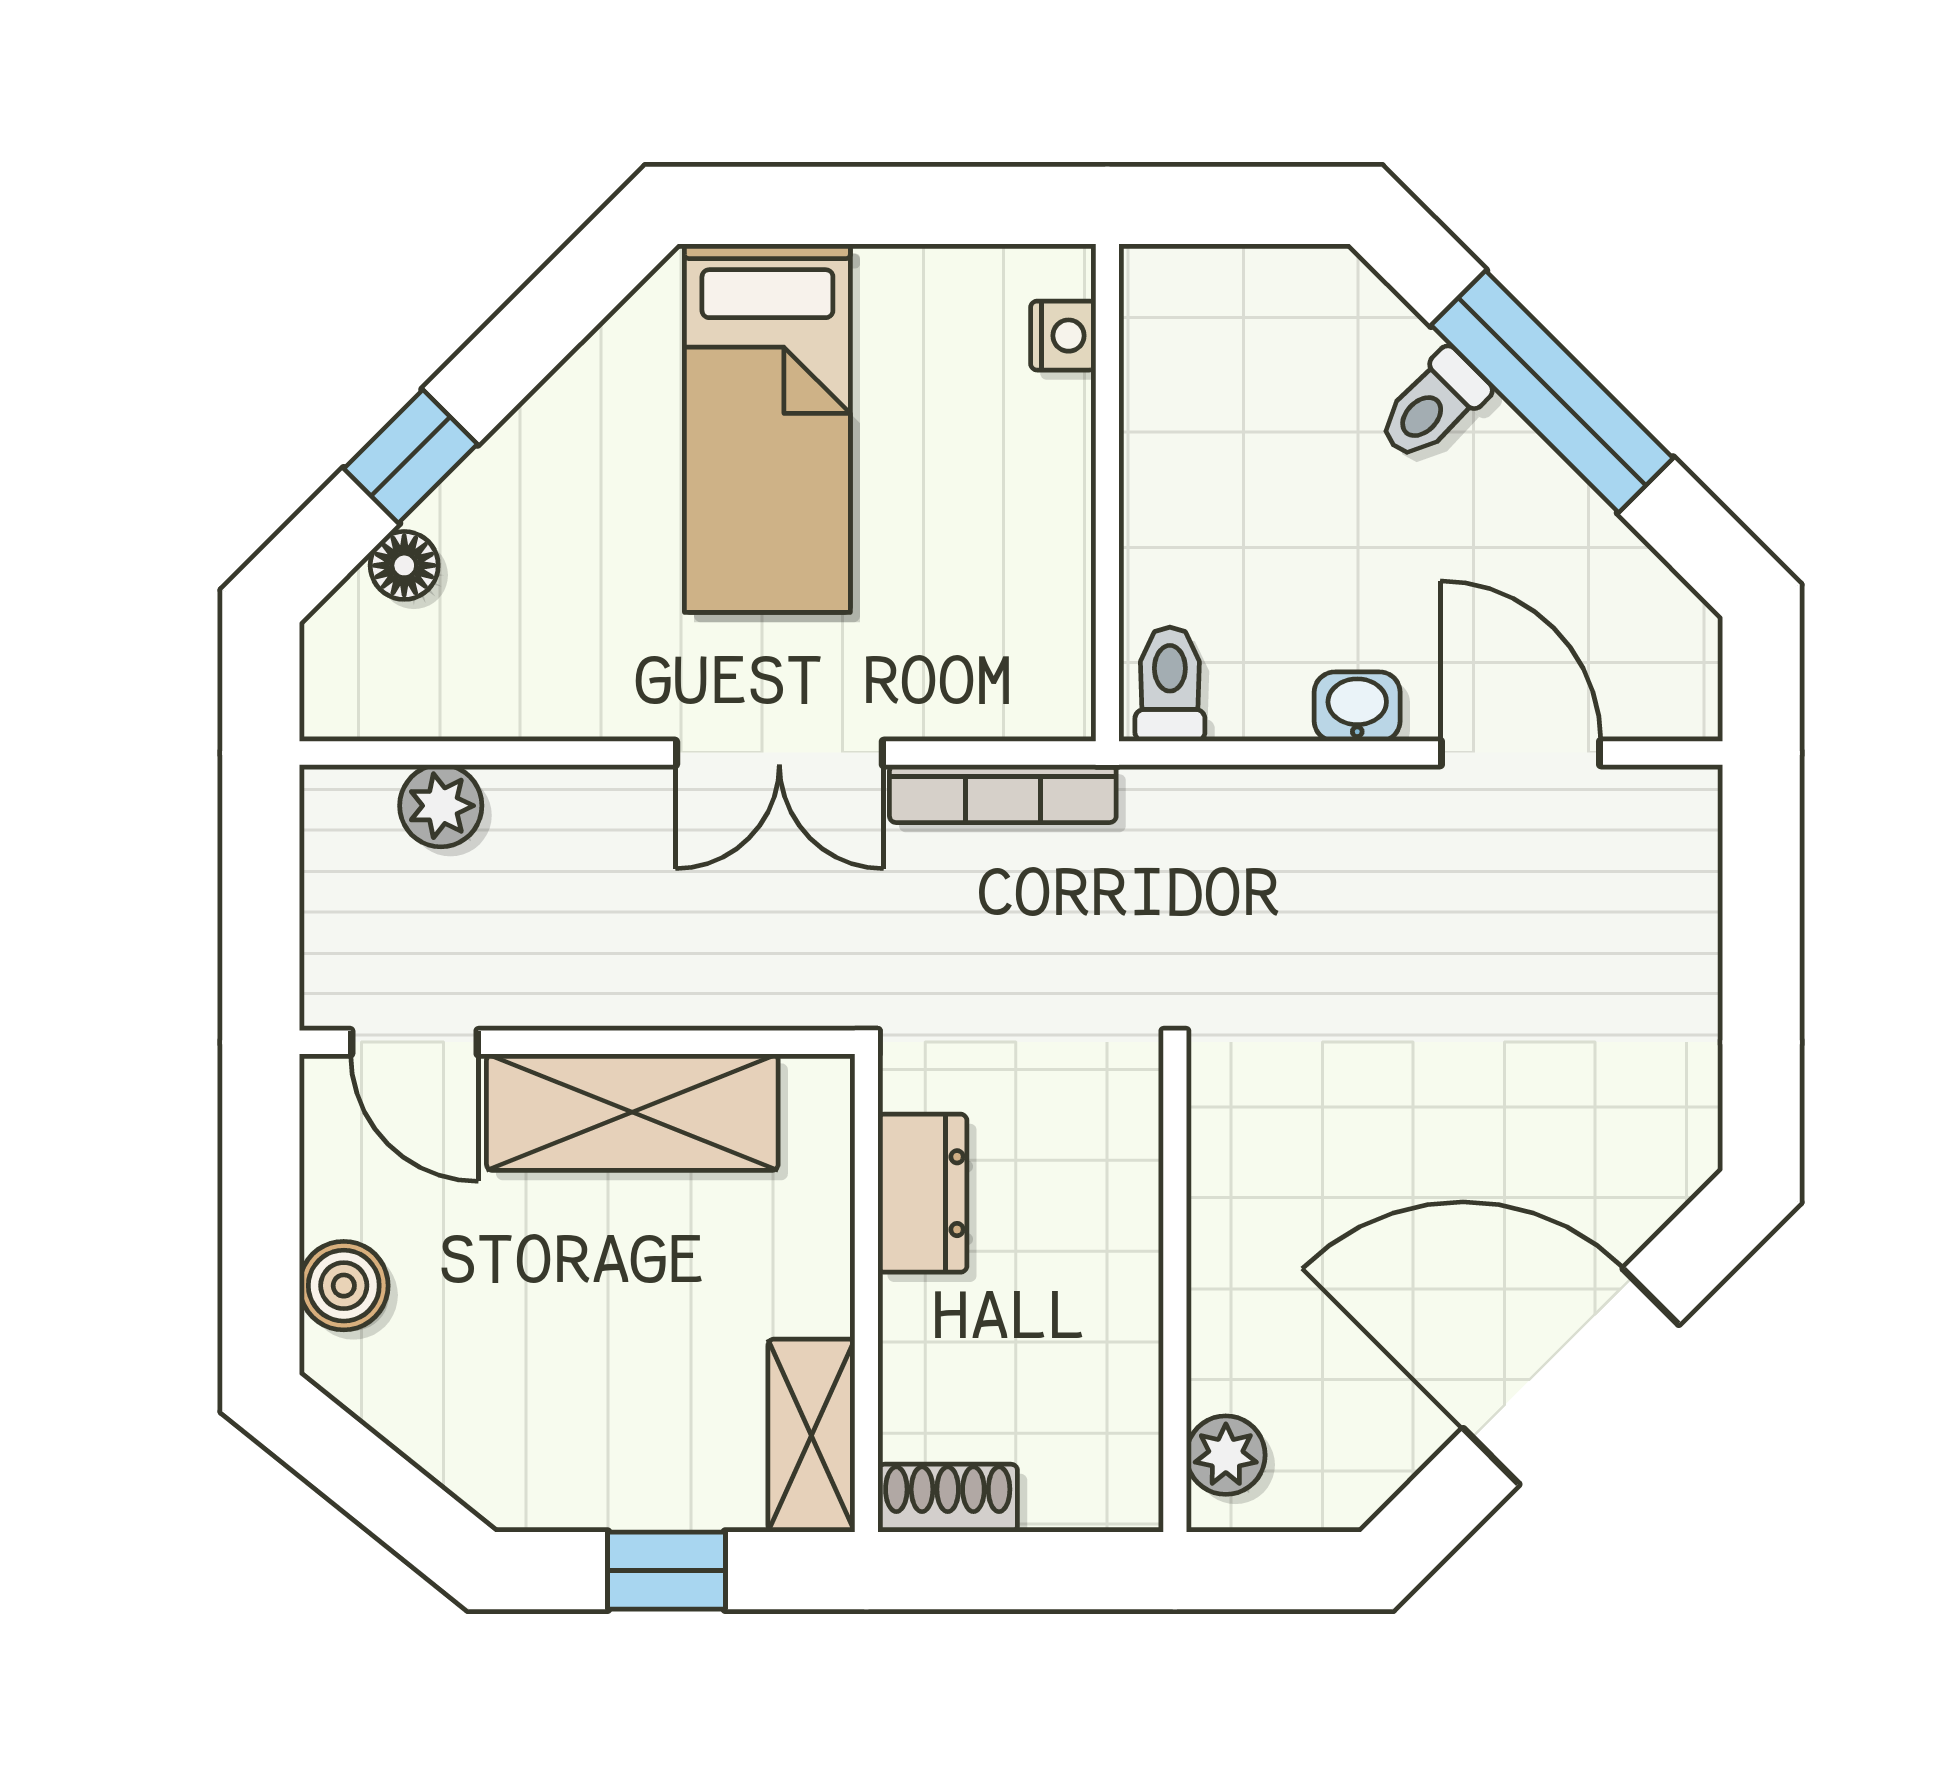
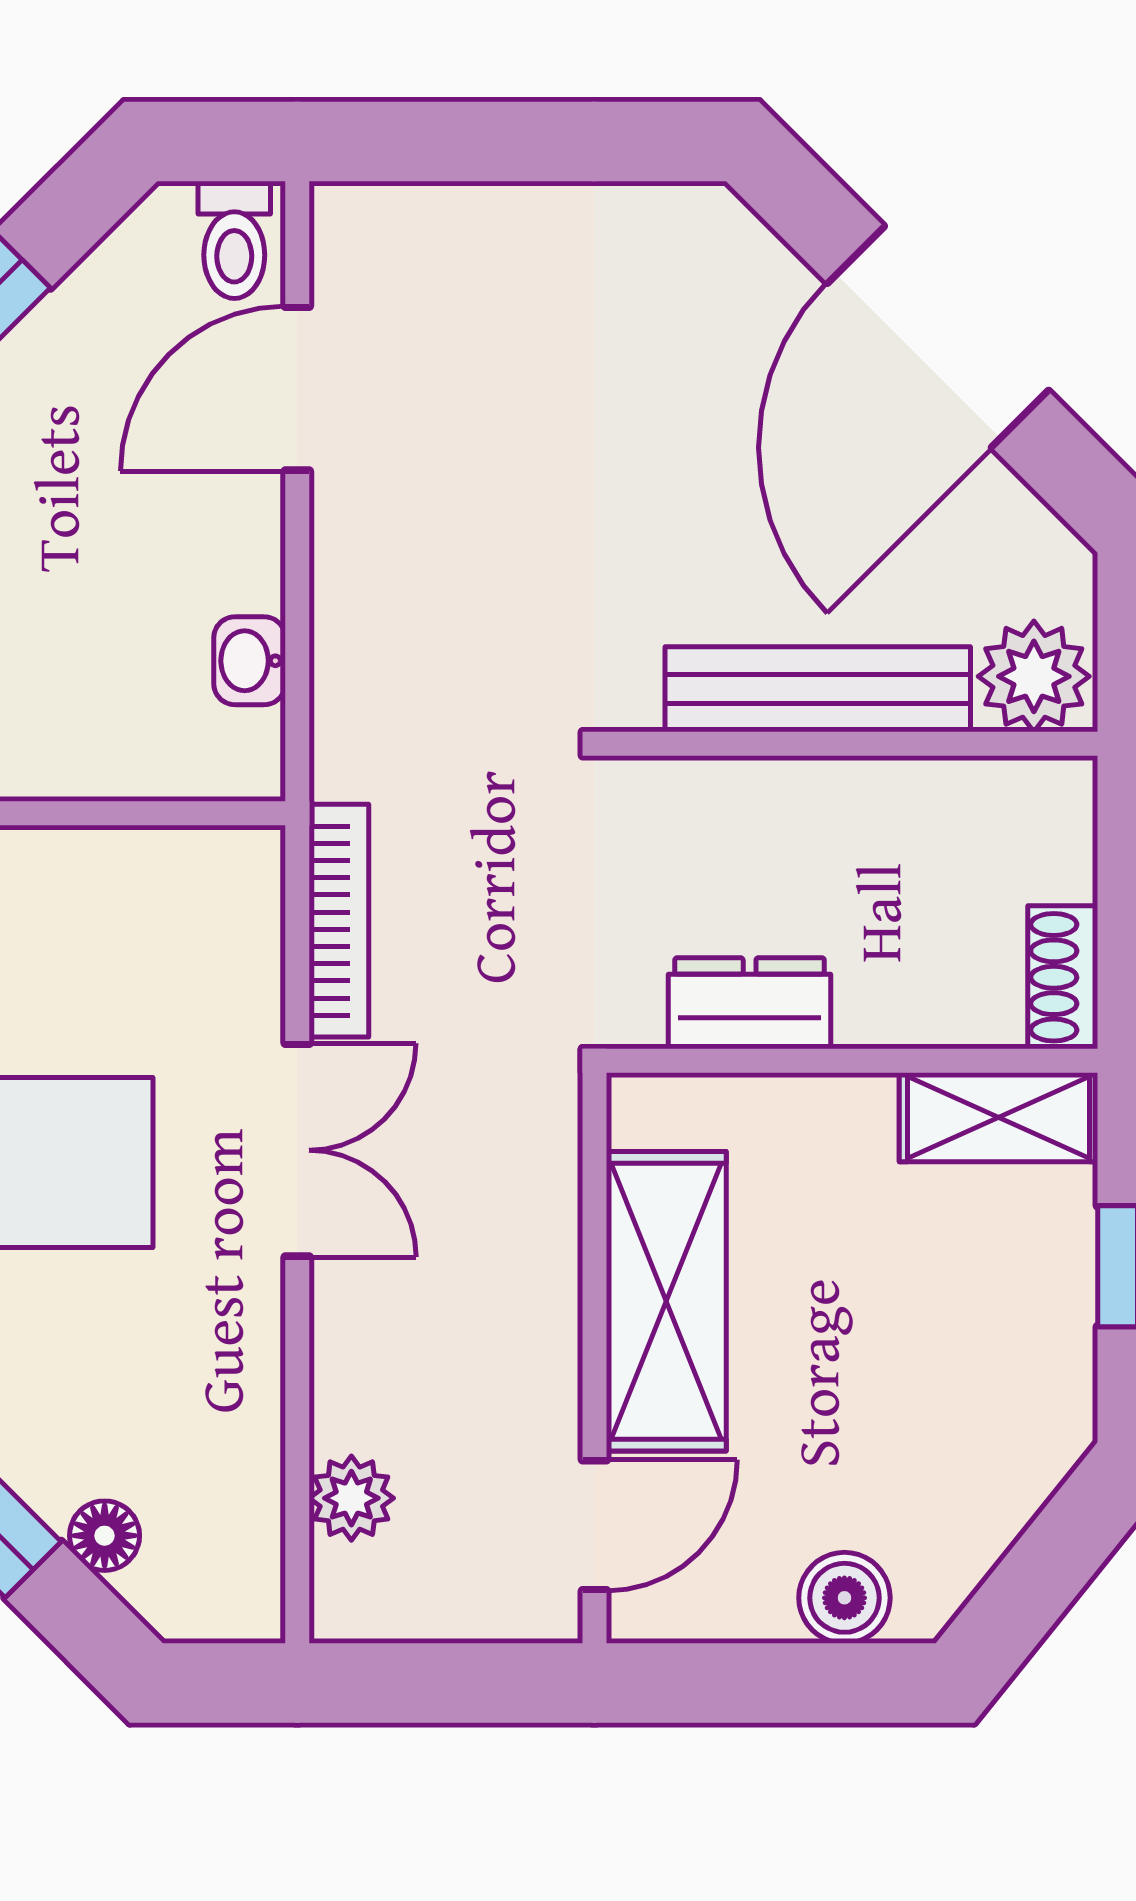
toilet: (1170, 684) -> (234, 240), moved, turned -90
washbasin: (1357, 707) -> (250, 661), moved
bench: (1228, 1260) -> (818, 689), added
plant: (1226, 1455) -> (1034, 676), width x1.38, depth x1.38

